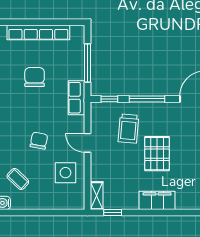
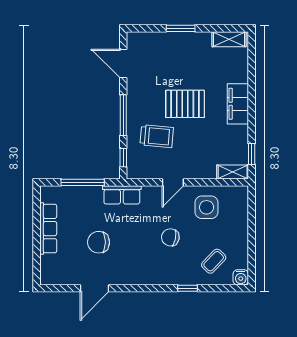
row of seats: (38, 33) -> (48, 229), width x0.73

